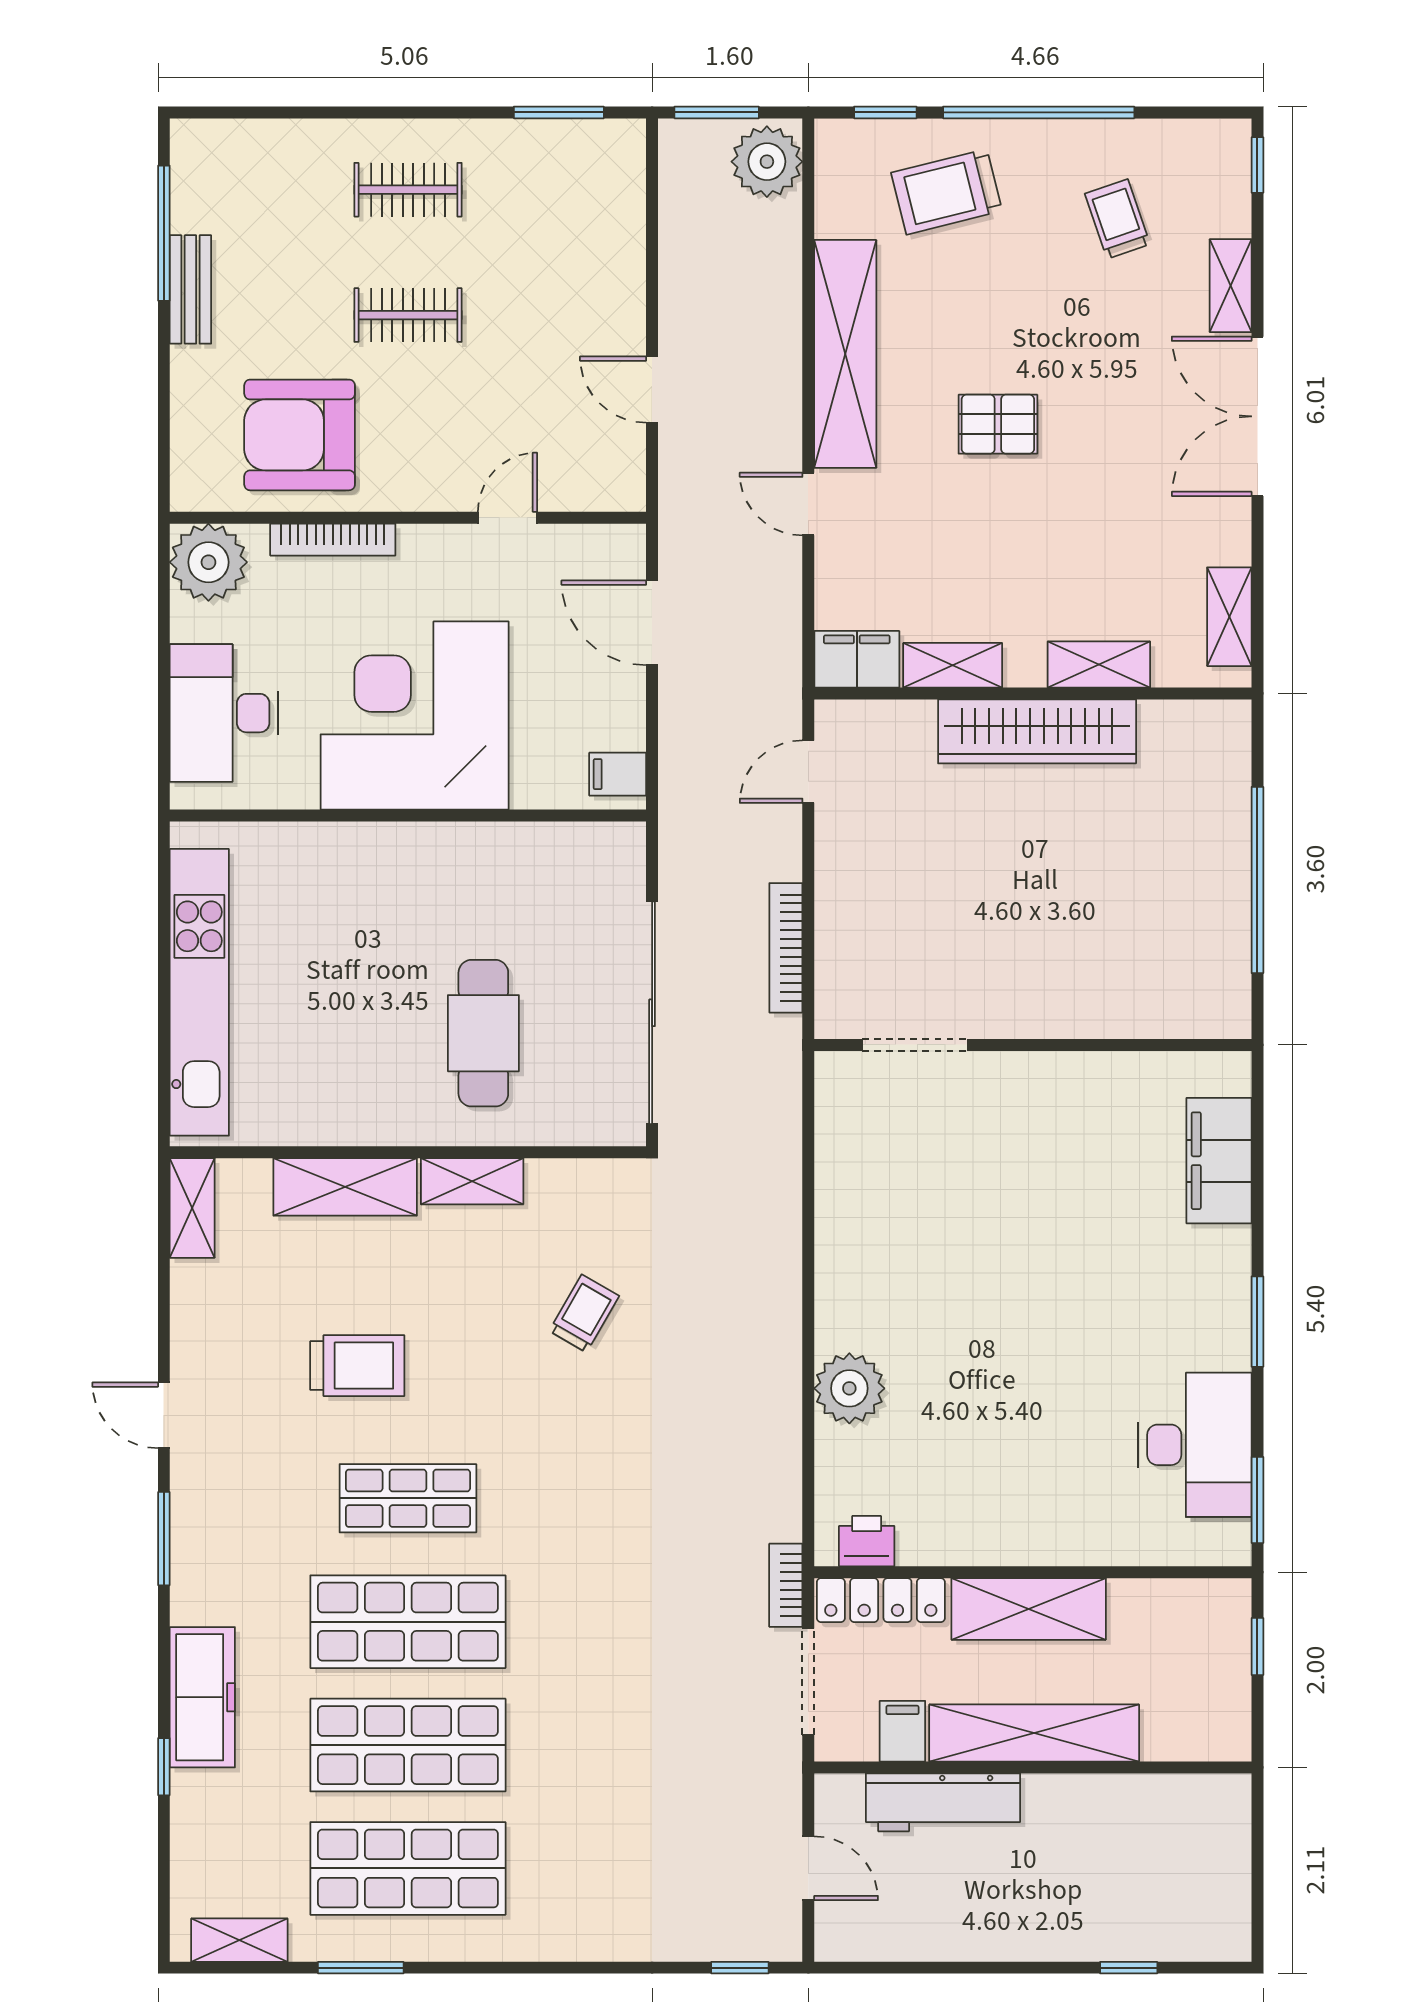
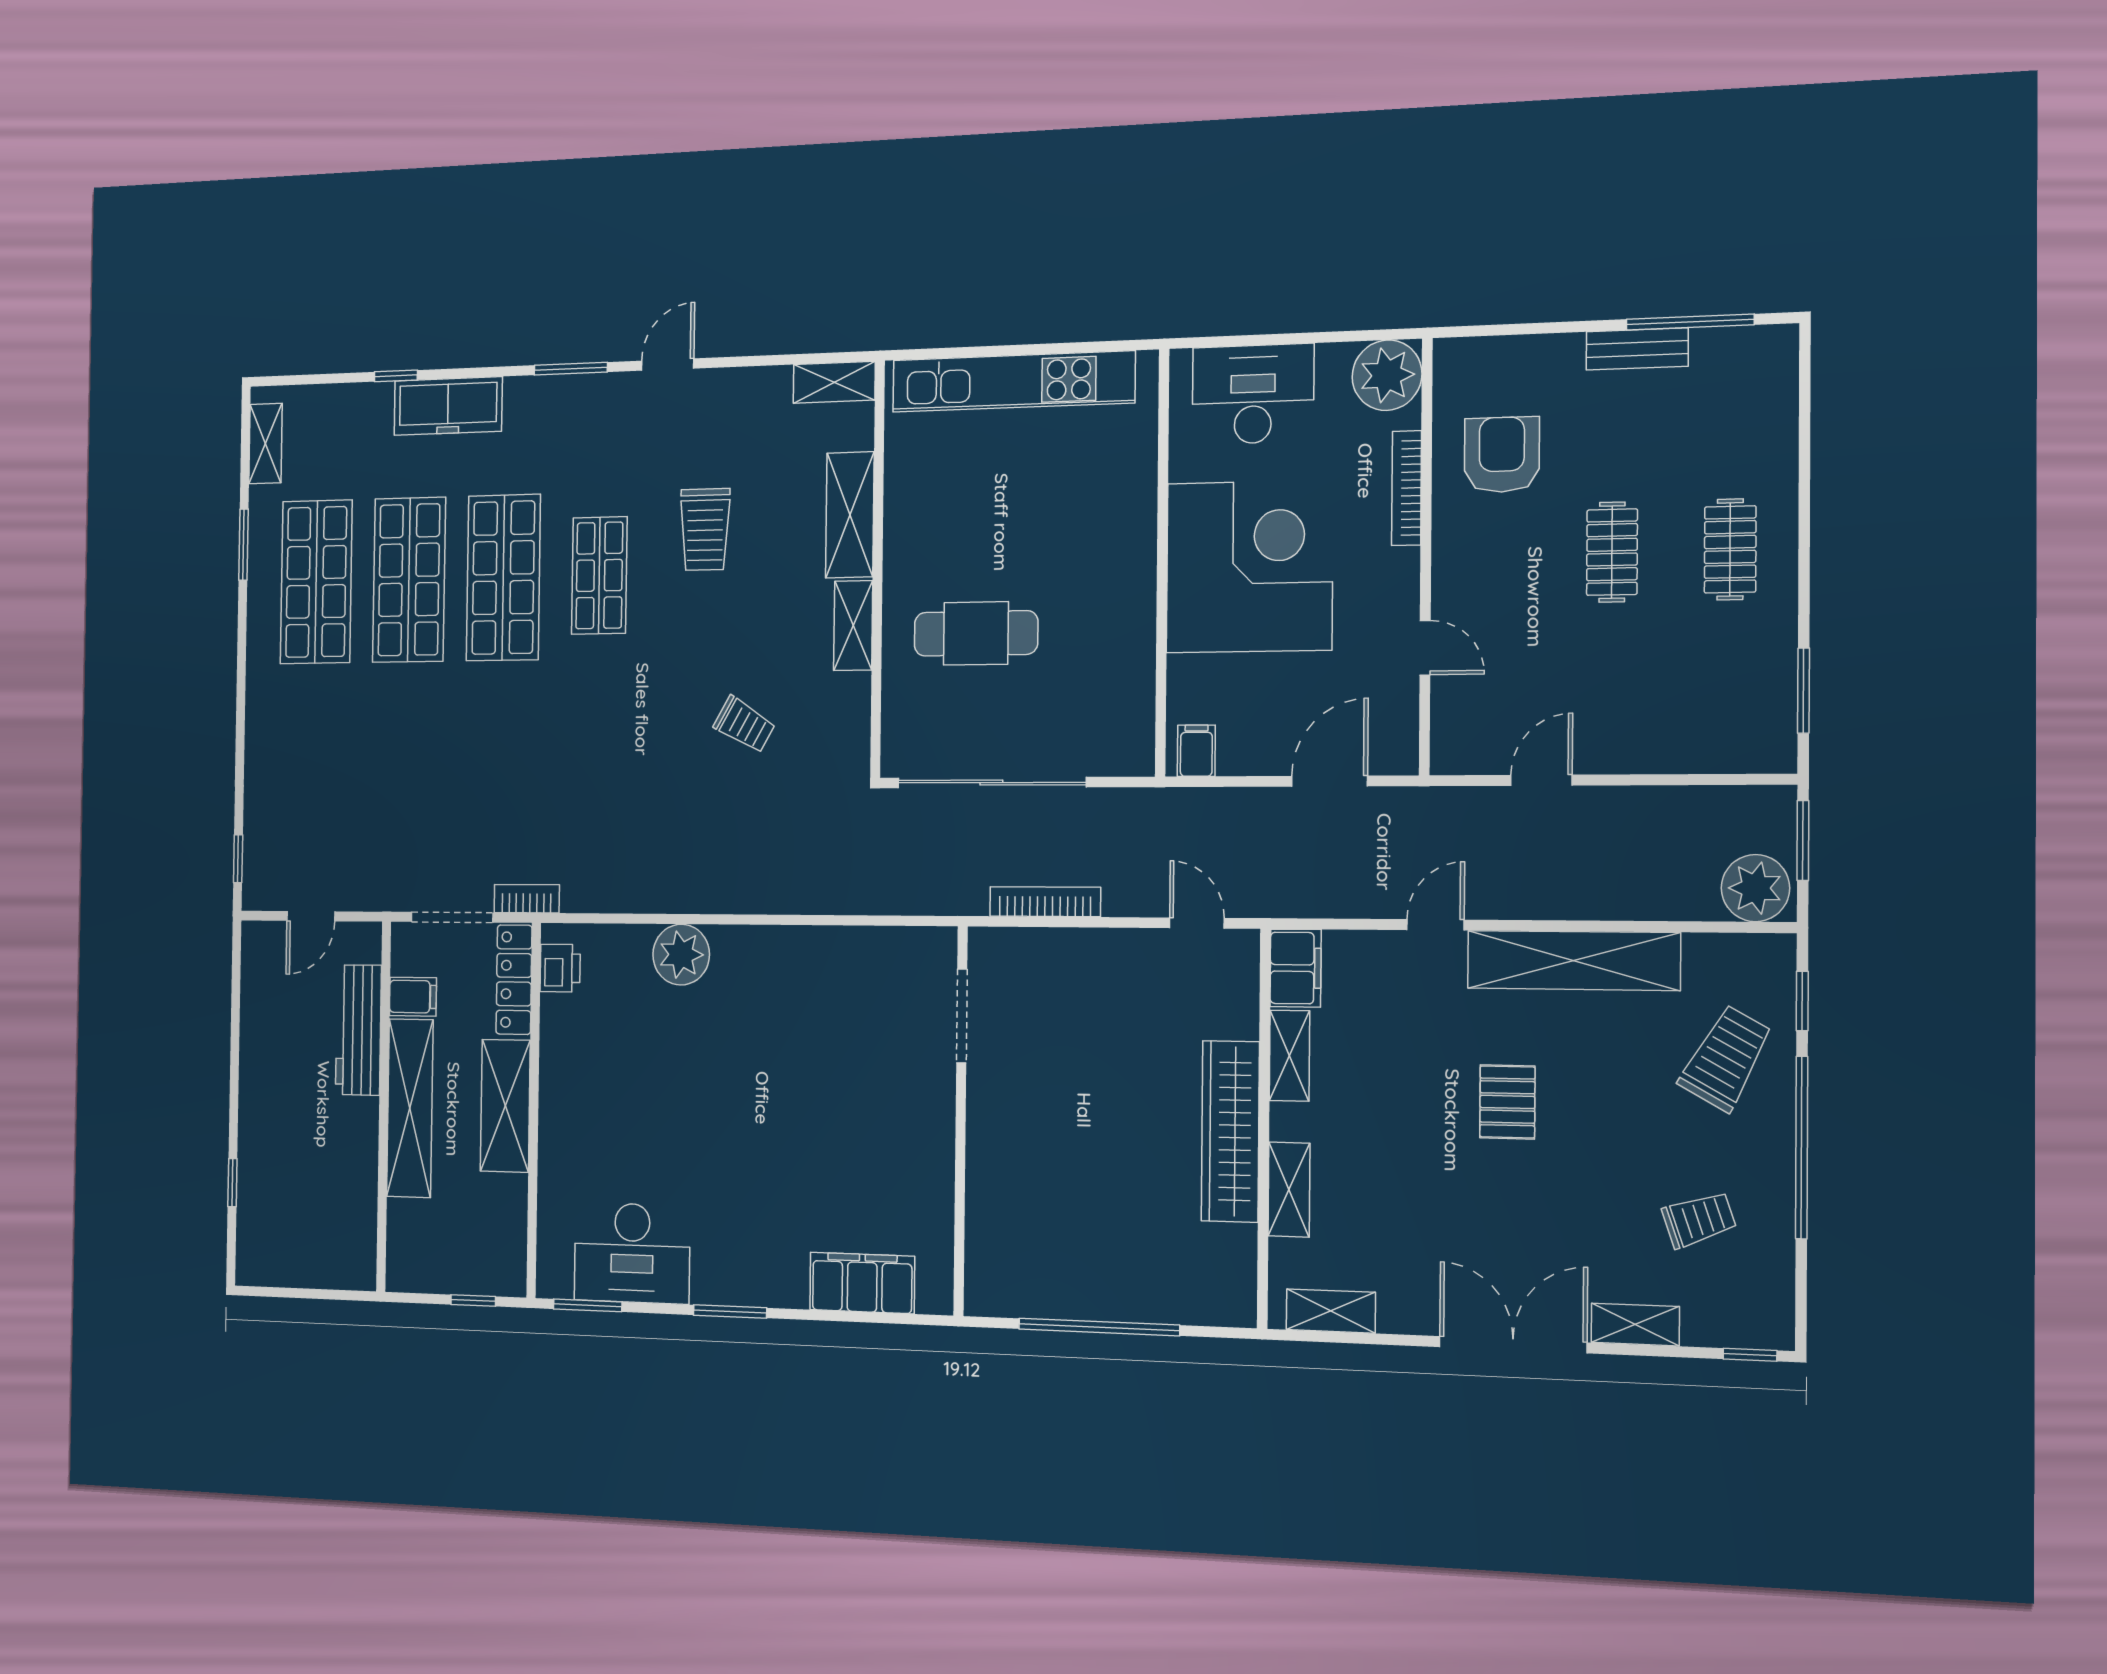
trolley: (947, 192) -> (1726, 1058), turned 43
armchair: (300, 435) -> (1502, 455), width x0.73, depth x0.73

